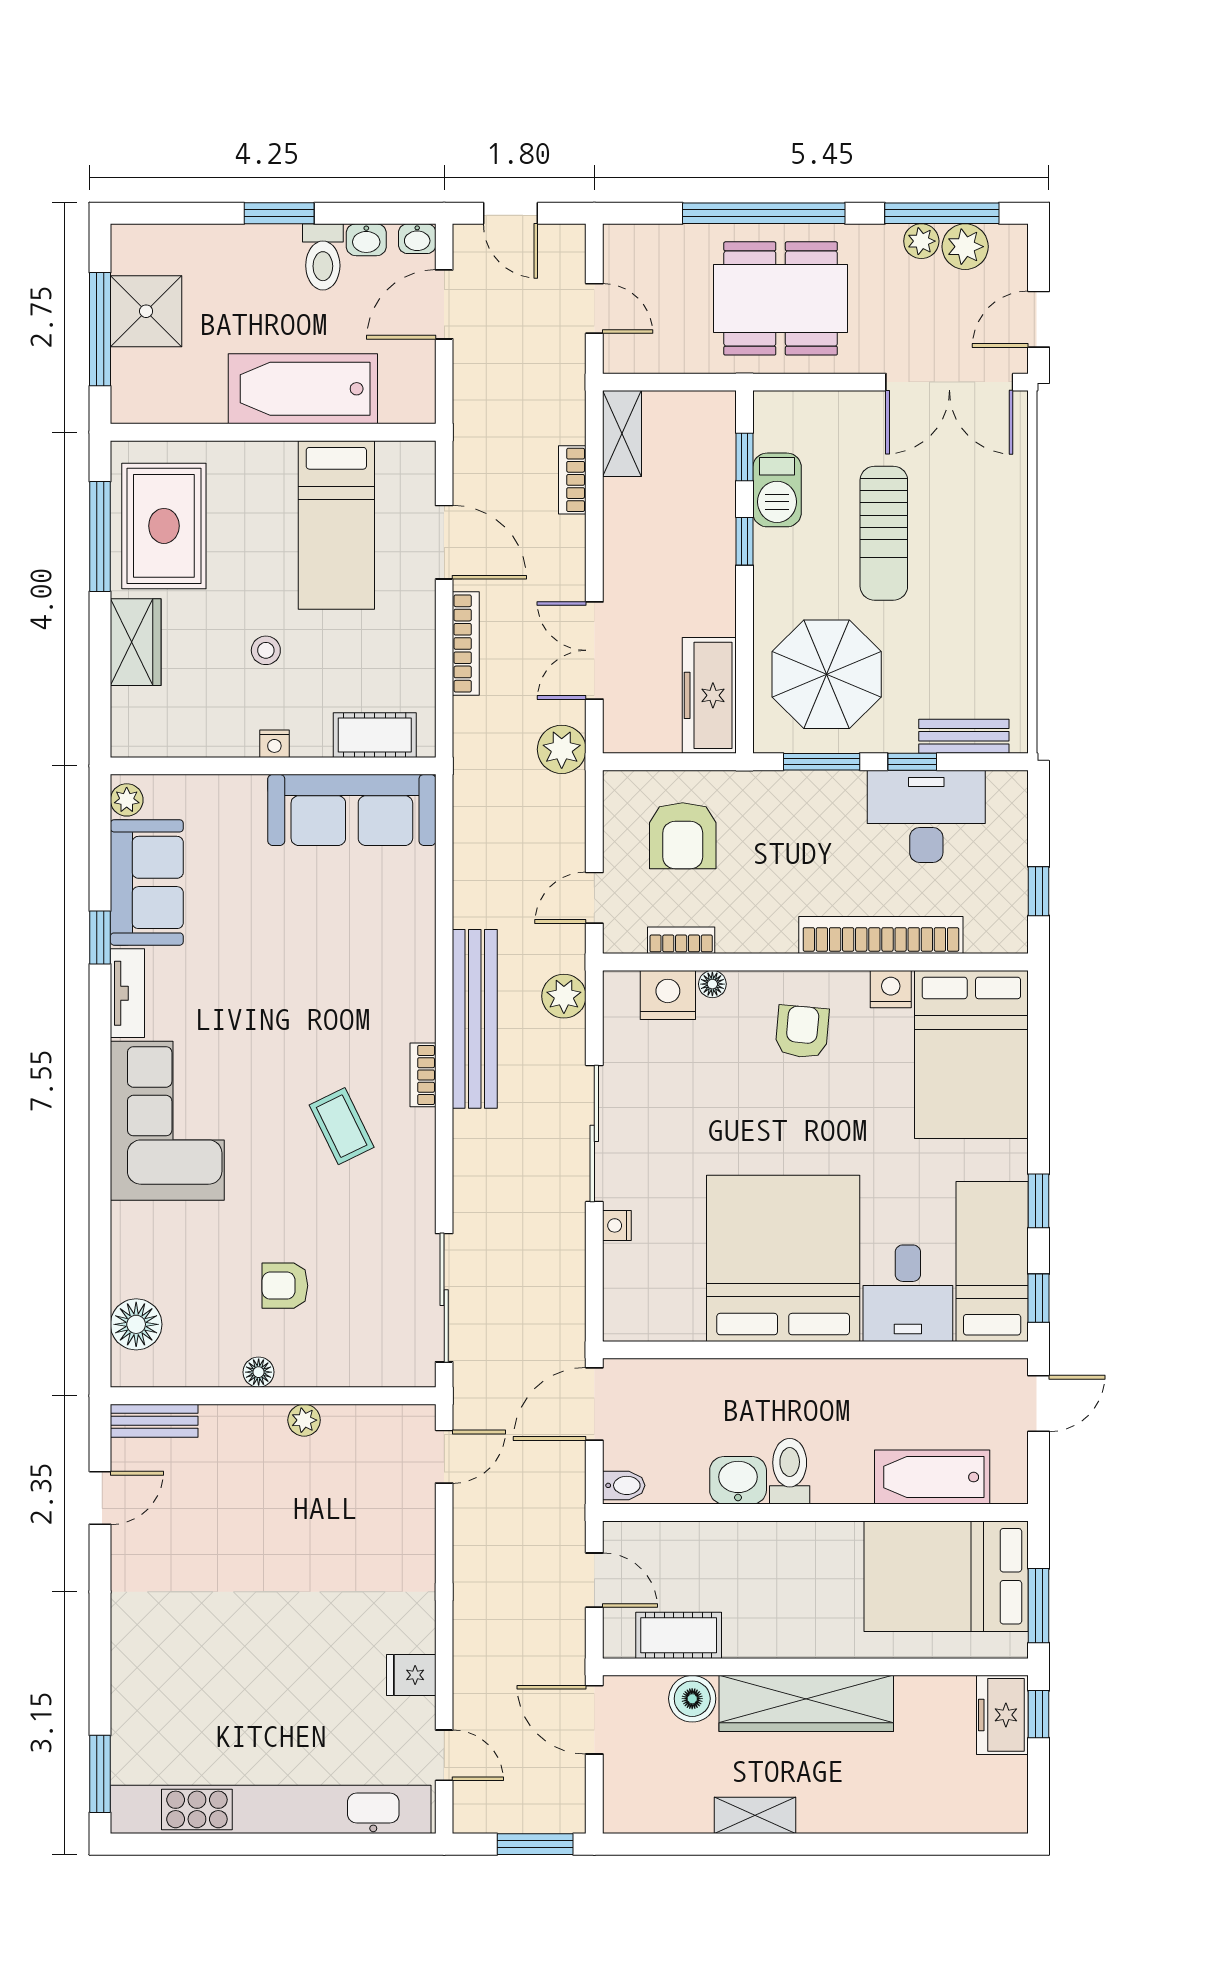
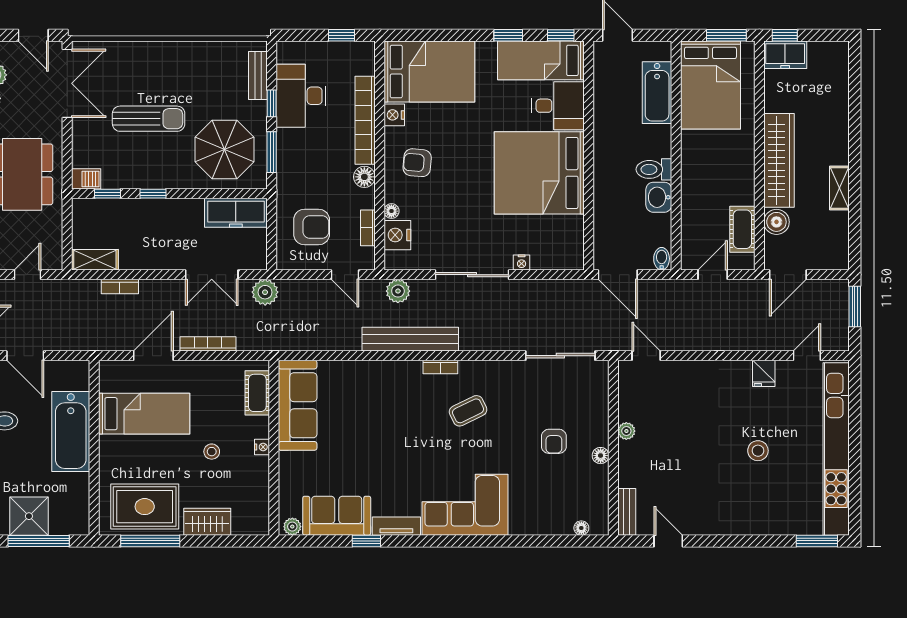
barbecue: (777, 490) -> (86, 179), moved, width x0.73, depth x0.79
floor lamp: (776, 934) -> (364, 177), added
floor lamp: (136, 1324) -> (581, 528), width x0.53, depth x0.53
stool: (268, 1664) -> (758, 451), added

